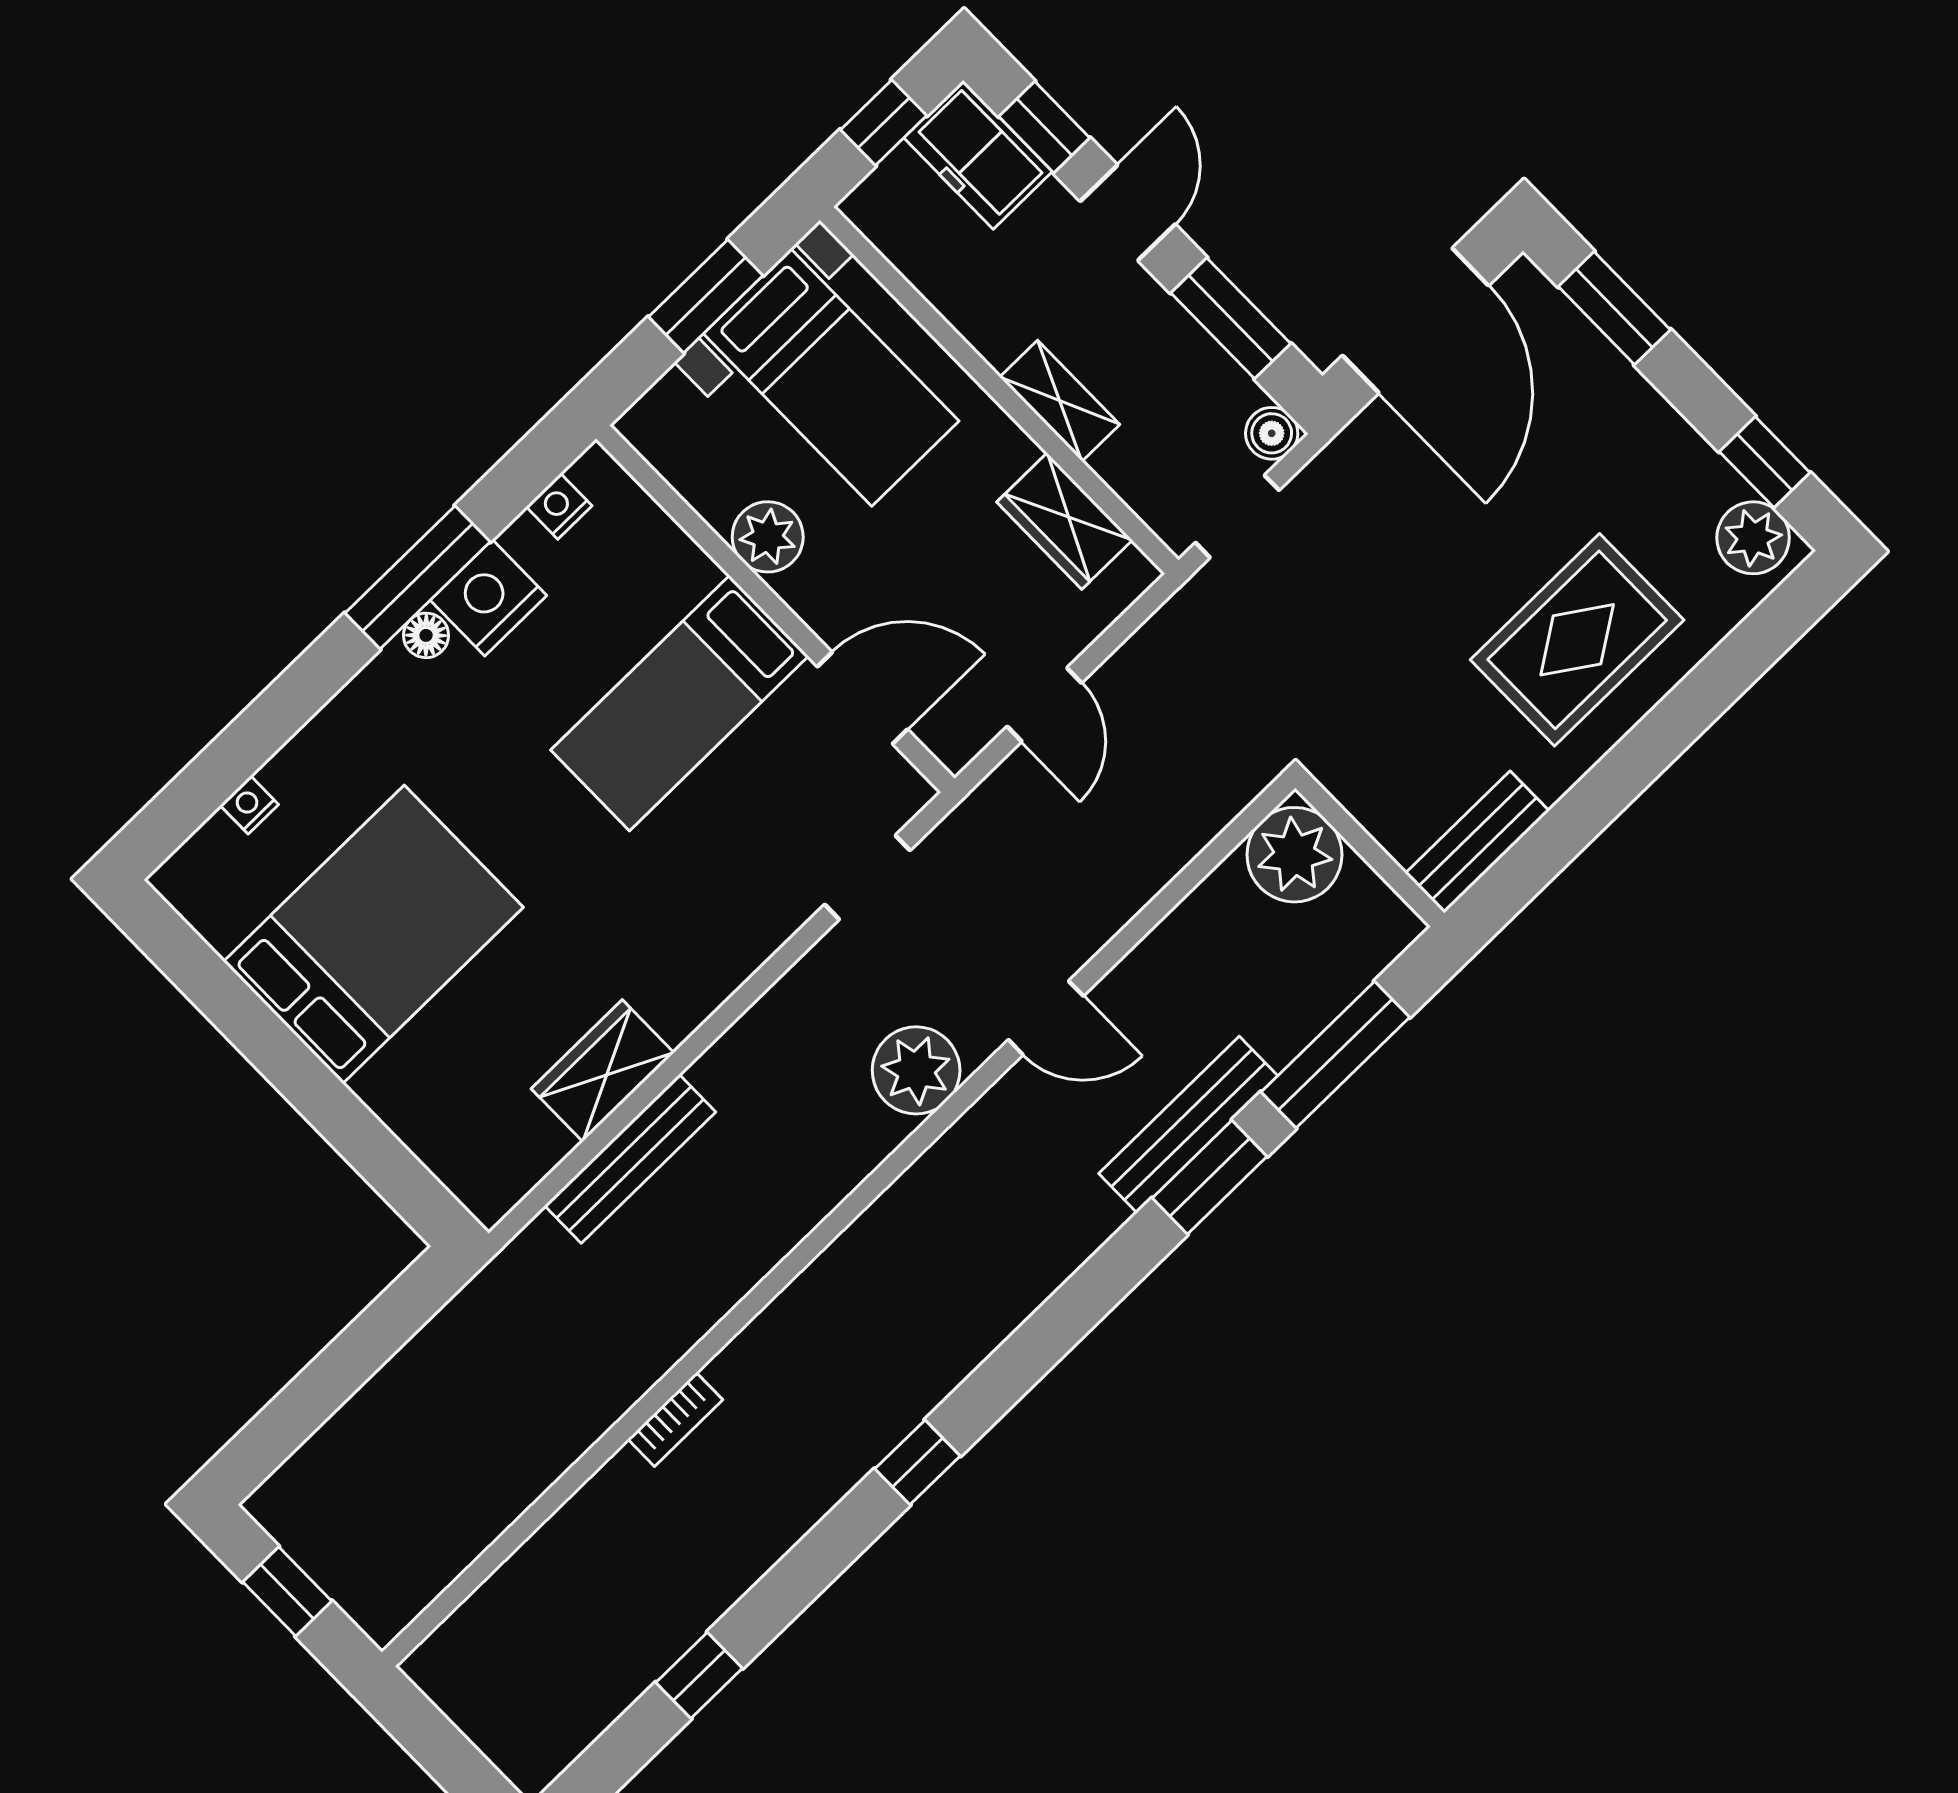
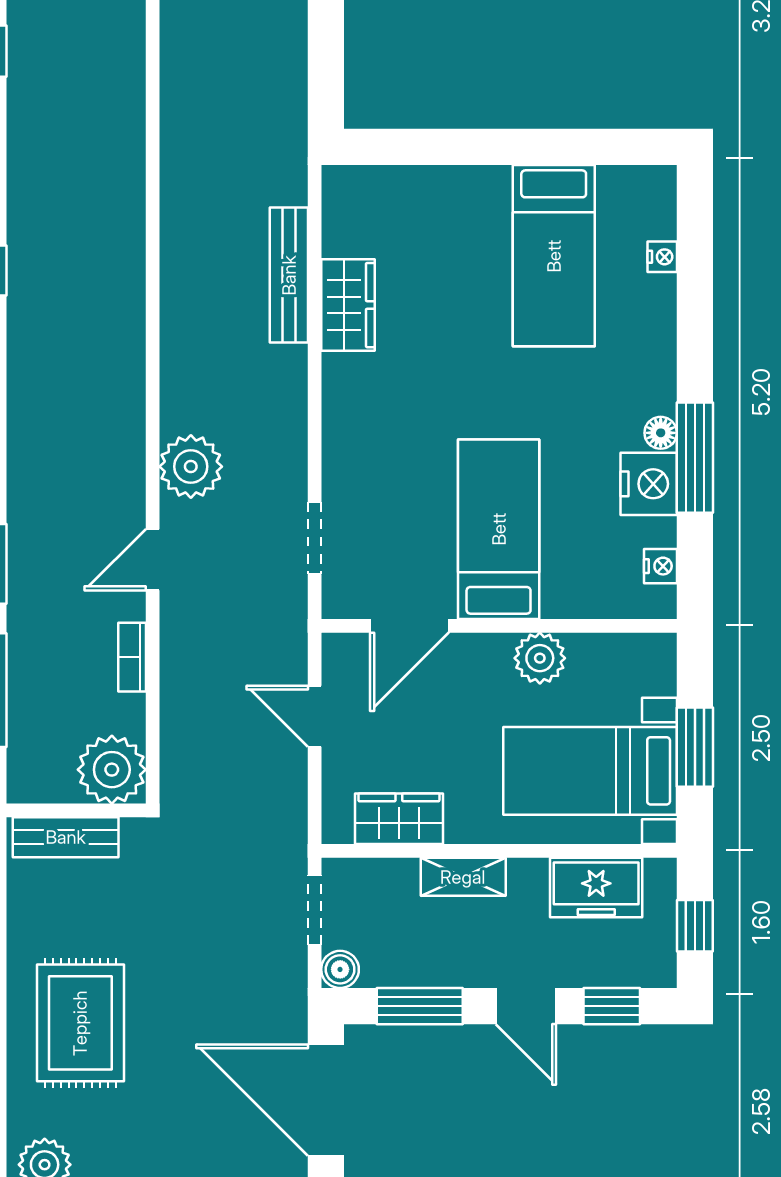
freezer: (978, 155) -> (596, 888), moved, turned 180
bench: (1477, 842) -> (66, 837), moved, turned 90
bed: (373, 934) -> (554, 256), width x0.67
bench: (1188, 1125) -> (26, 579), removed
bookcase: (675, 1419) -> (132, 657), moved

